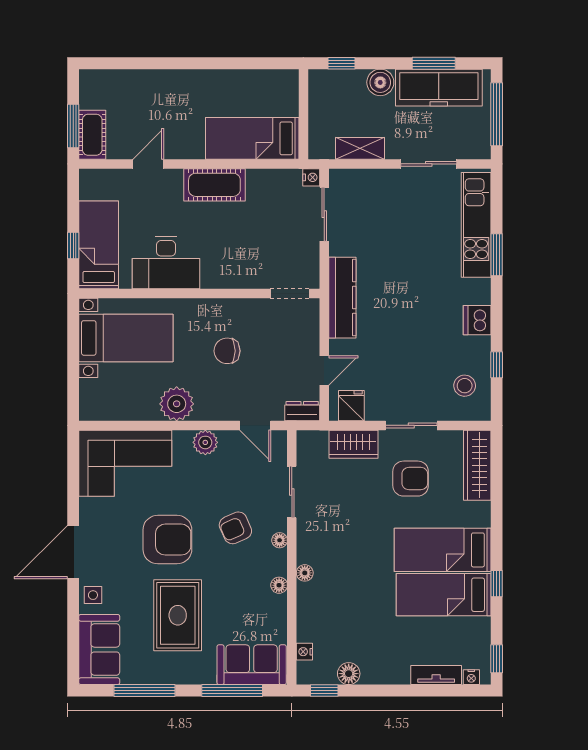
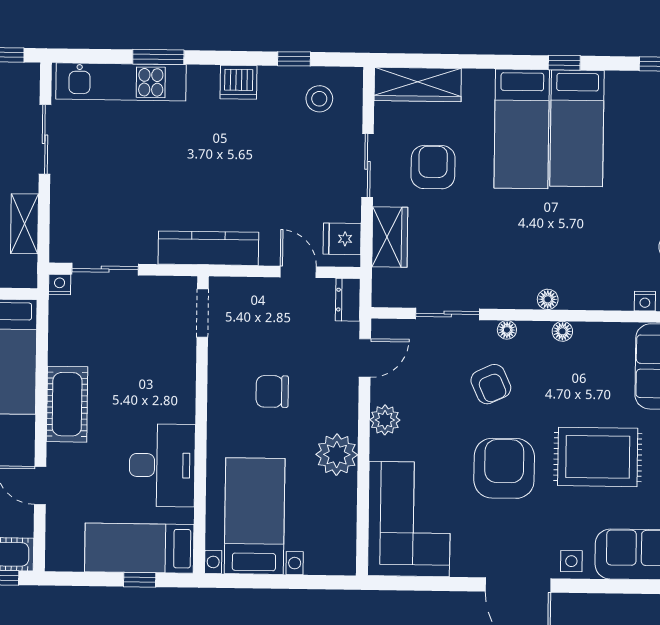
chair: (227, 351) -> (272, 391), turned 90

